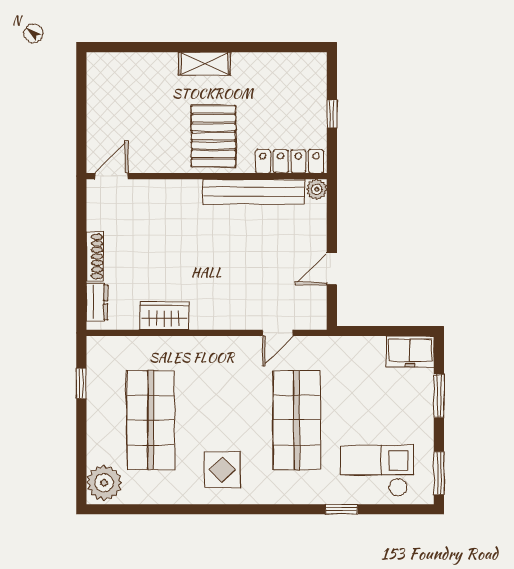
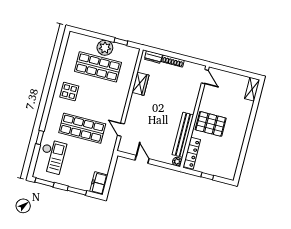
shelving: (204, 64) -> (252, 89), moved
plant: (104, 483) -> (105, 48), moved

